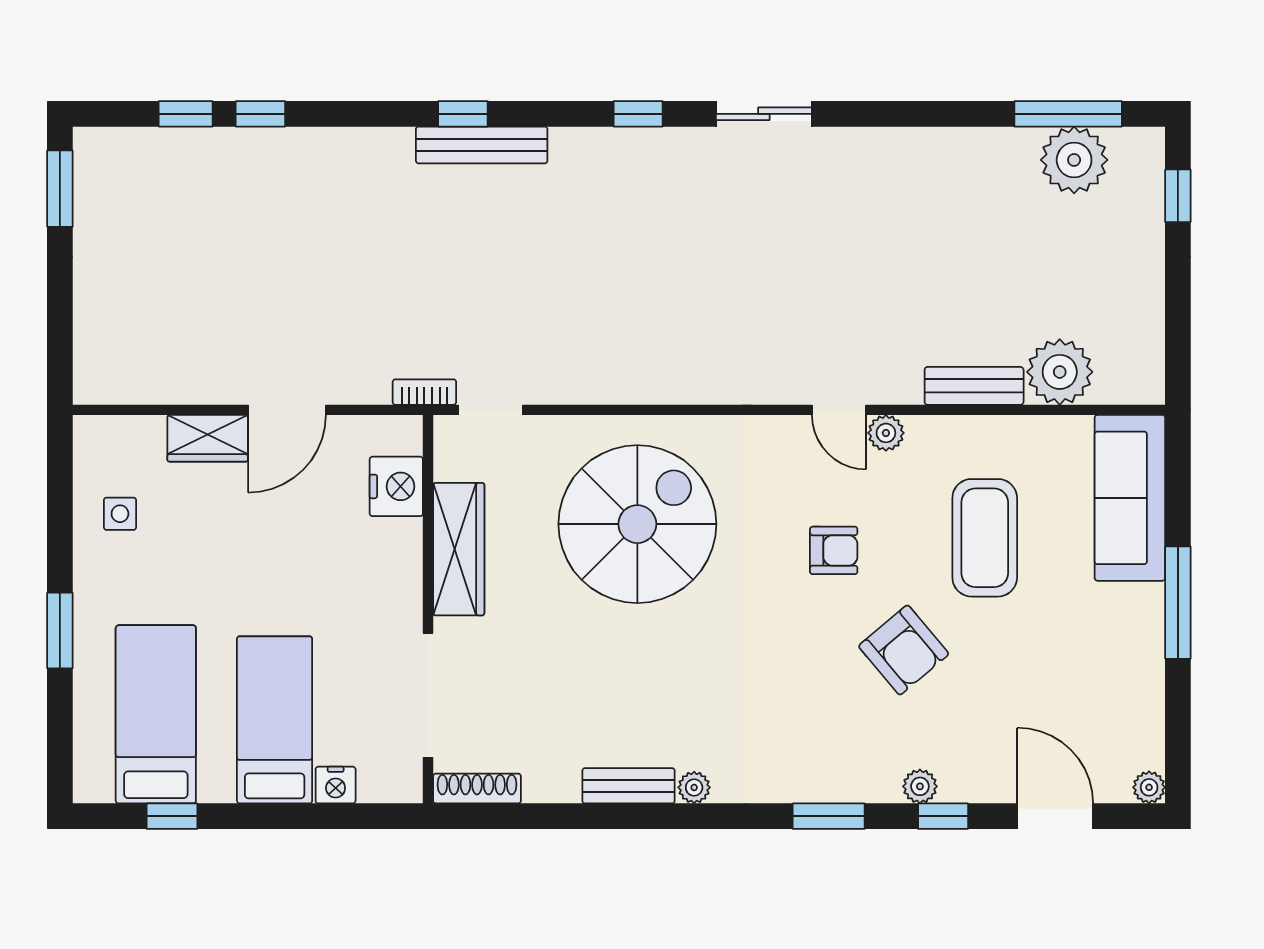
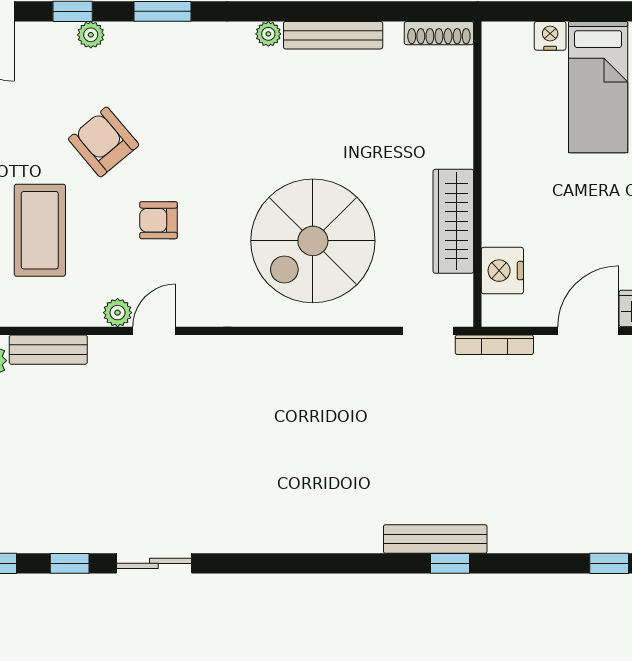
window: (638, 114) -> (70, 563), moved
sliding door: (764, 114) -> (154, 563), moved
bookcase: (424, 392) -> (494, 345), width x1.56
door: (839, 410) -> (154, 331), hinge flipped
doorway: (428, 695) -> (477, 106), removed
bench: (629, 786) -> (333, 35), width x1.36

